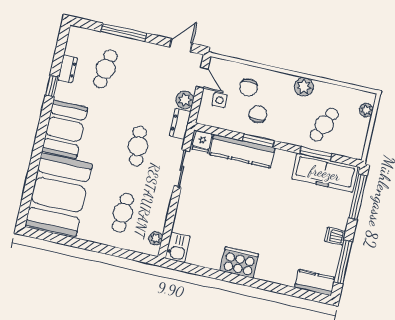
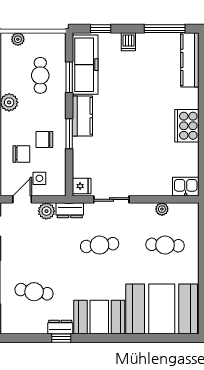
dresser: (68, 69) -> (60, 327), moved
cafe table: (324, 125) -> (40, 75), turned 66
kitchen counter: (242, 151) -> (82, 116), moved, width x0.67
window: (358, 197) -> (101, 29), width x0.46
dishwasher: (335, 236) -> (128, 42), moved
plant: (156, 238) -> (162, 209), moved
kitchen counter: (315, 283) -> (190, 60), width x1.50

